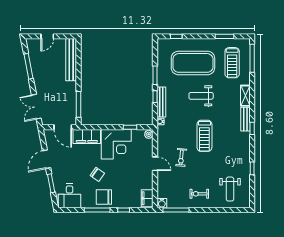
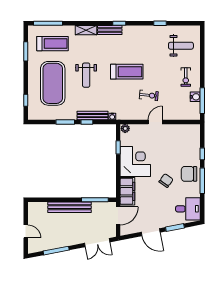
bench: (71, 60) -> (70, 207), moved
chair: (104, 197) -> (189, 174), turned 90
filing cabinet: (147, 198) -> (190, 130), removed
water cooler: (162, 203) -> (195, 97), moved

